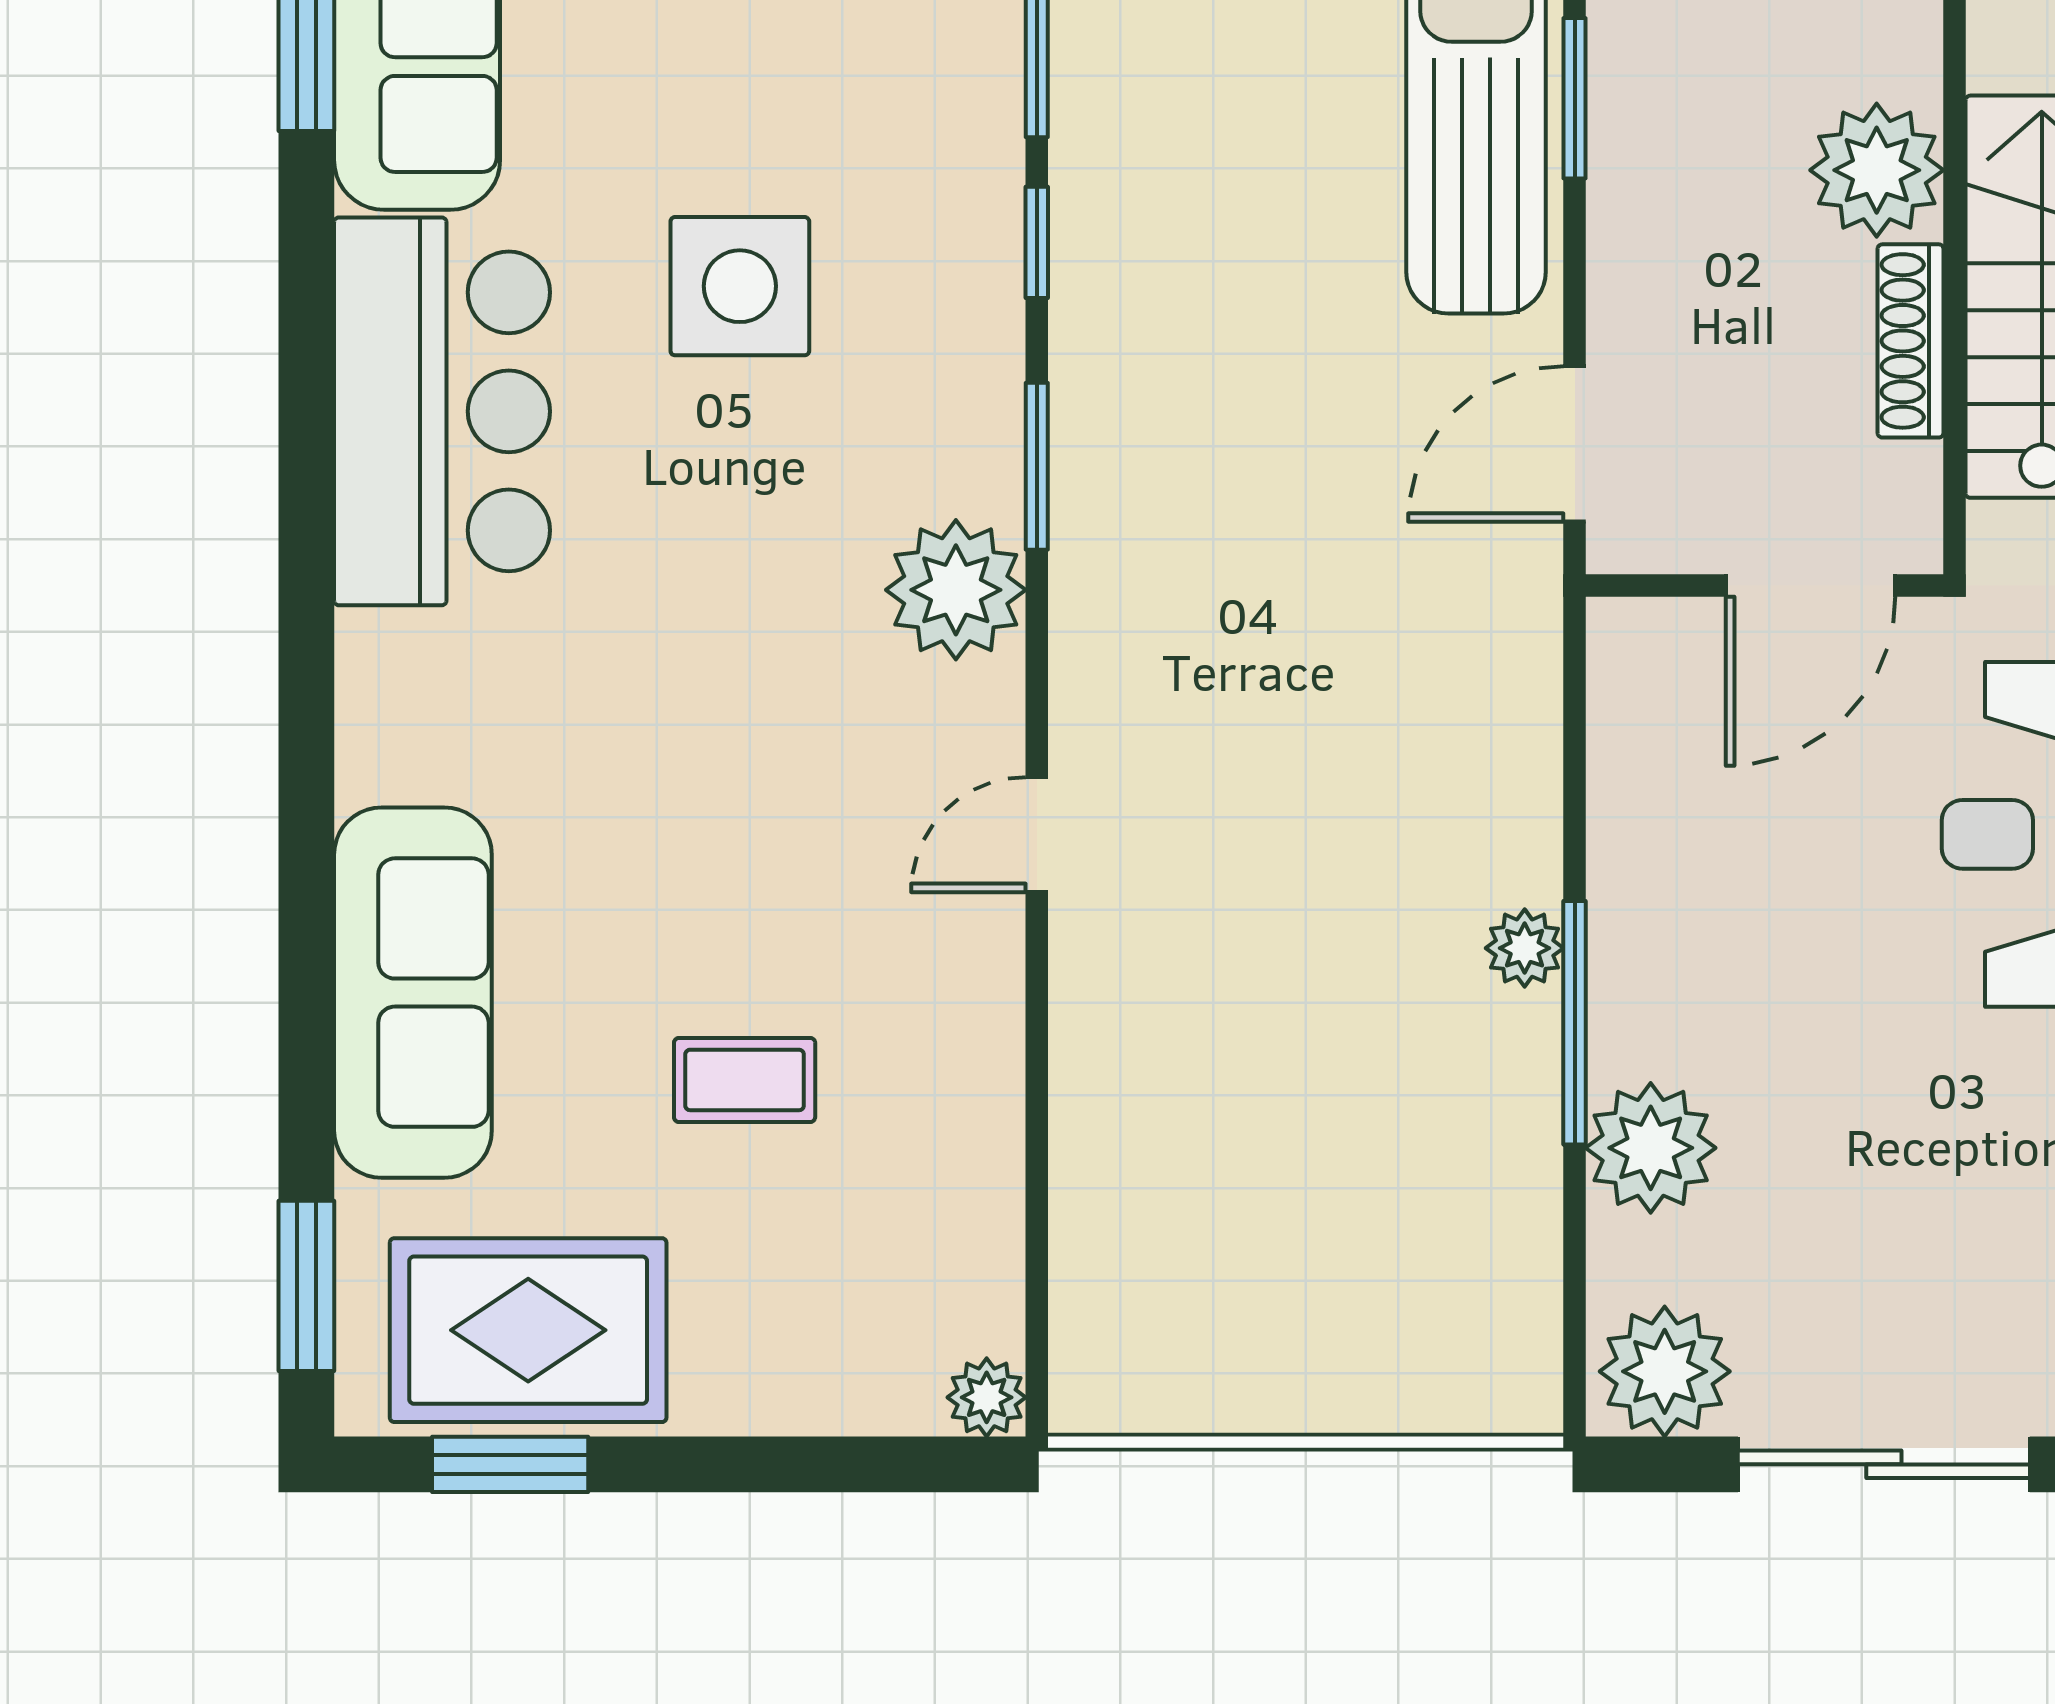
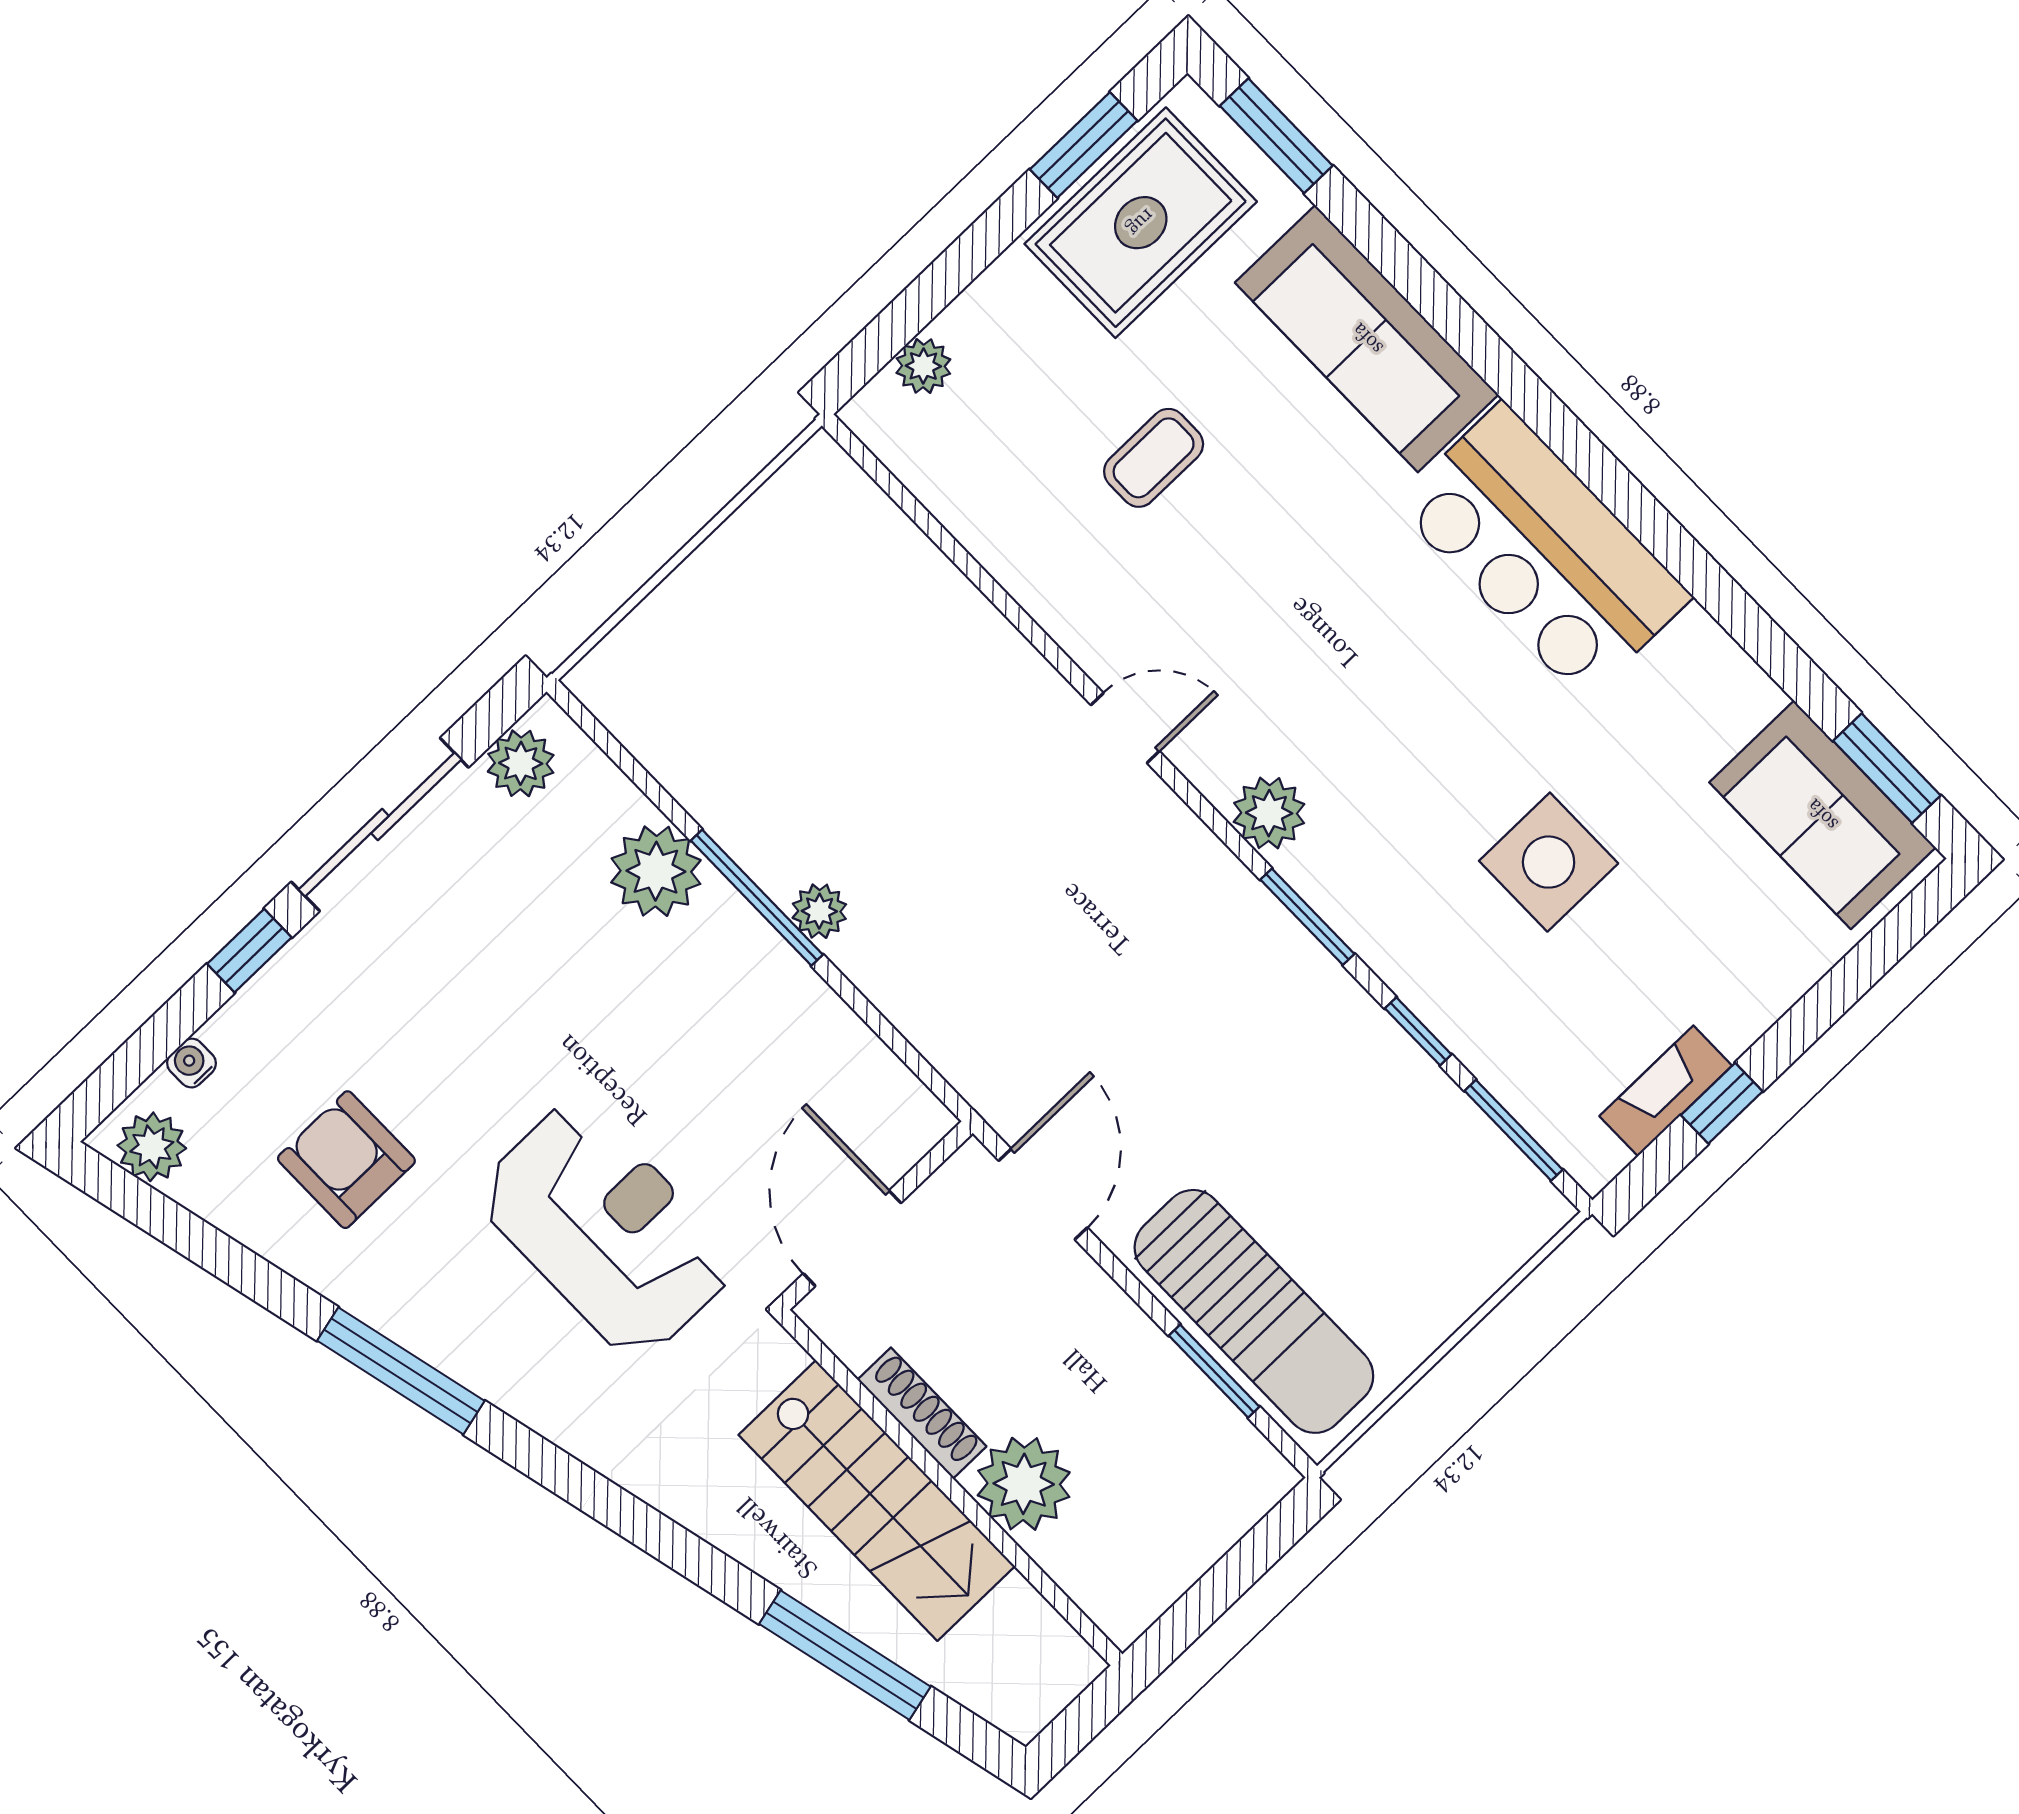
bar counter: (442, 411) -> (1543, 551), moved
plant: (956, 590) -> (1269, 813), width x0.73, depth x0.73
door: (1037, 835) -> (1125, 728), hinge flipped
plant: (1665, 1371) -> (521, 763), width x0.73, depth x0.73
plant: (987, 1397) -> (923, 366), moved

